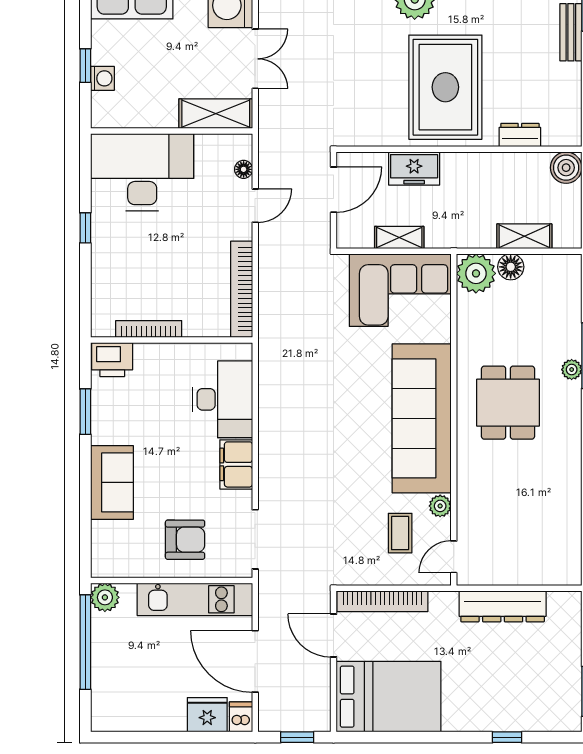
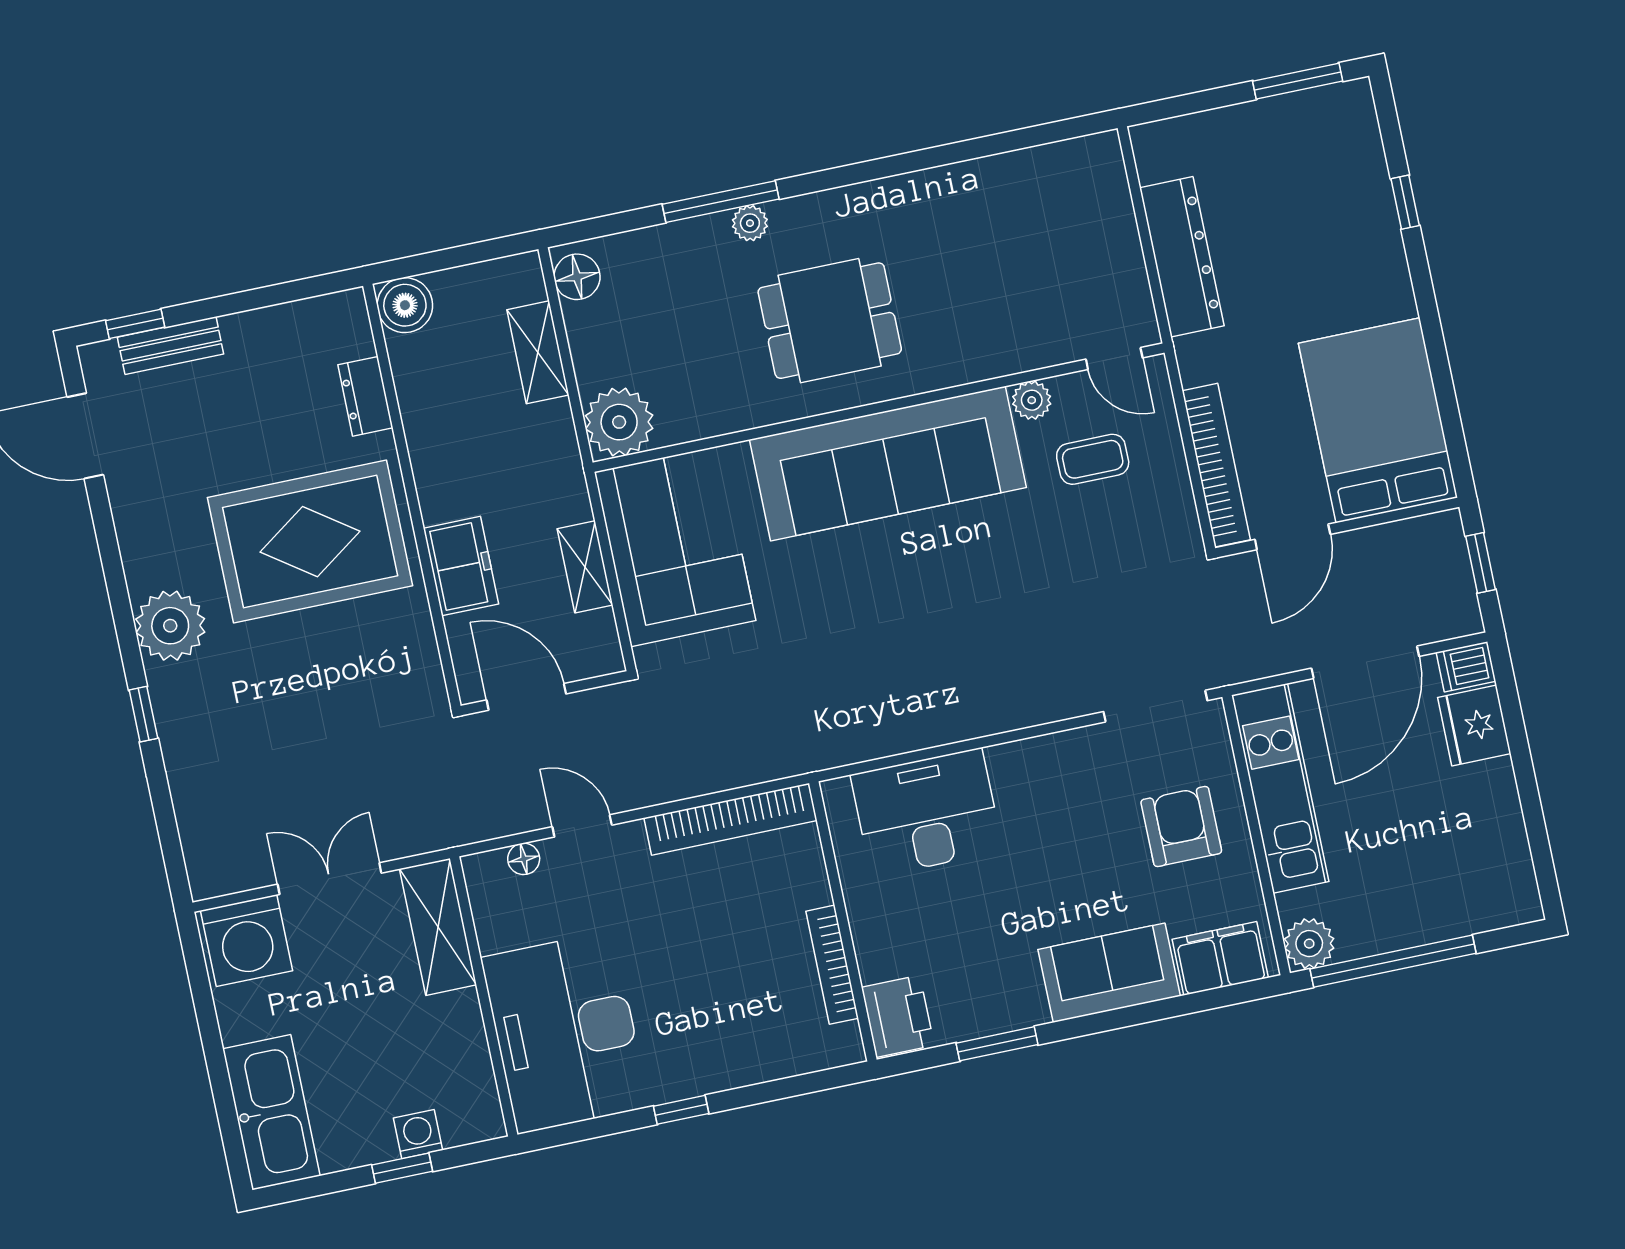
floor lamp: (511, 267) -> (577, 277), moved
filing cabinet: (236, 464) -> (1220, 958), moved, turned 180

